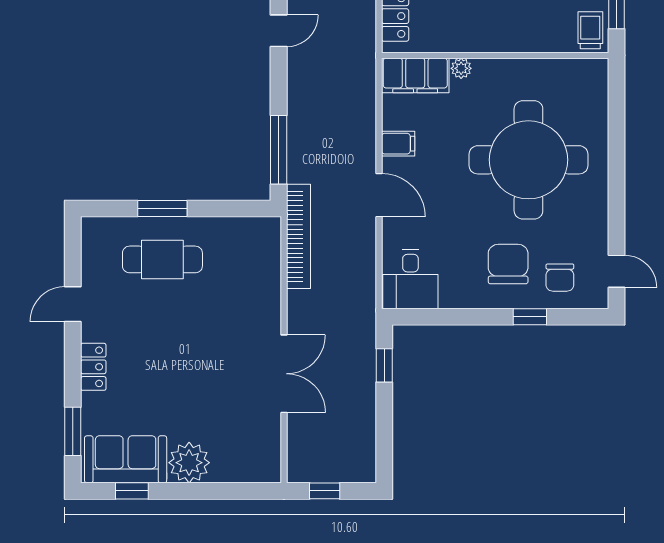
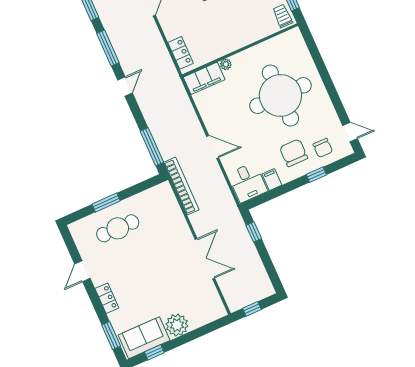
filing cabinet: (398, 144) -> (272, 180), moved, turned -90

